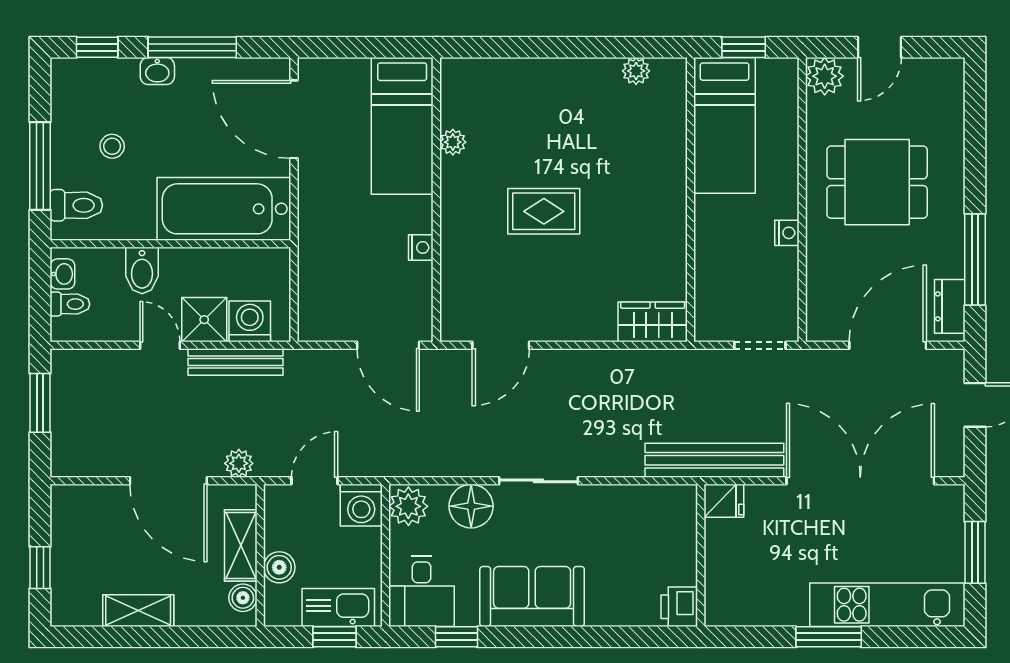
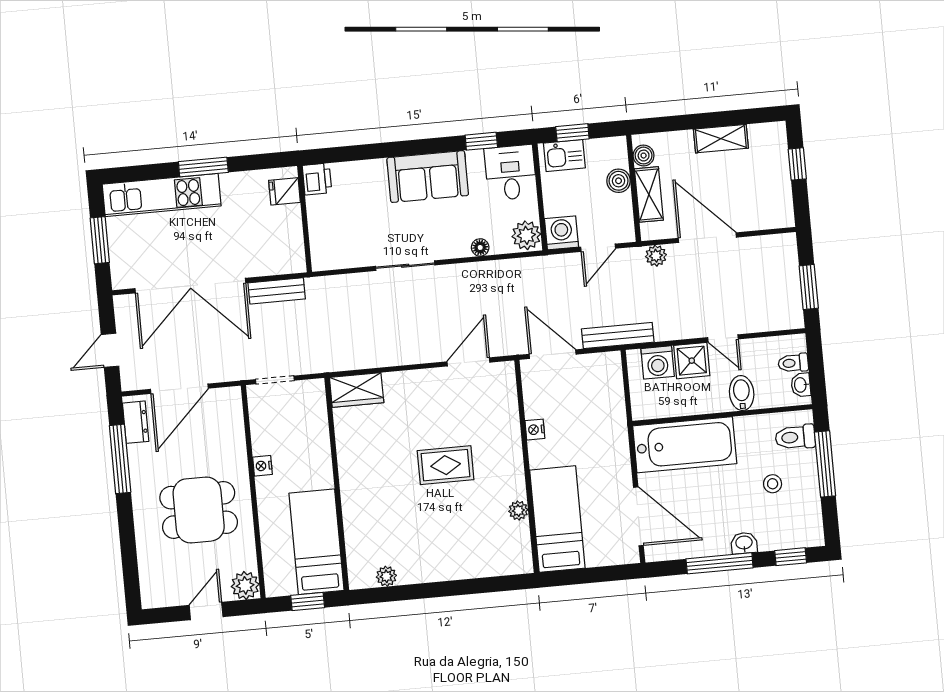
bench: (235, 362) -> (618, 336), moved
bench: (714, 460) -> (277, 291), width x0.54, depth x0.82
sliding door: (538, 481) -> (405, 266), moved
fridge: (724, 501) -> (285, 191), moved
floor lamp: (471, 506) -> (480, 247), width x0.53, depth x0.53
kitchen sink: (338, 607) -> (564, 156), width x0.73

